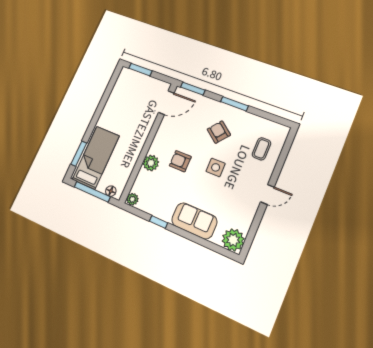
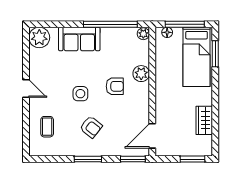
wardrobe: (115, 99) -> (204, 120), added
door: (267, 195) -> (26, 88), swing flipped
window: (159, 222) -> (110, 24), width x3.17

